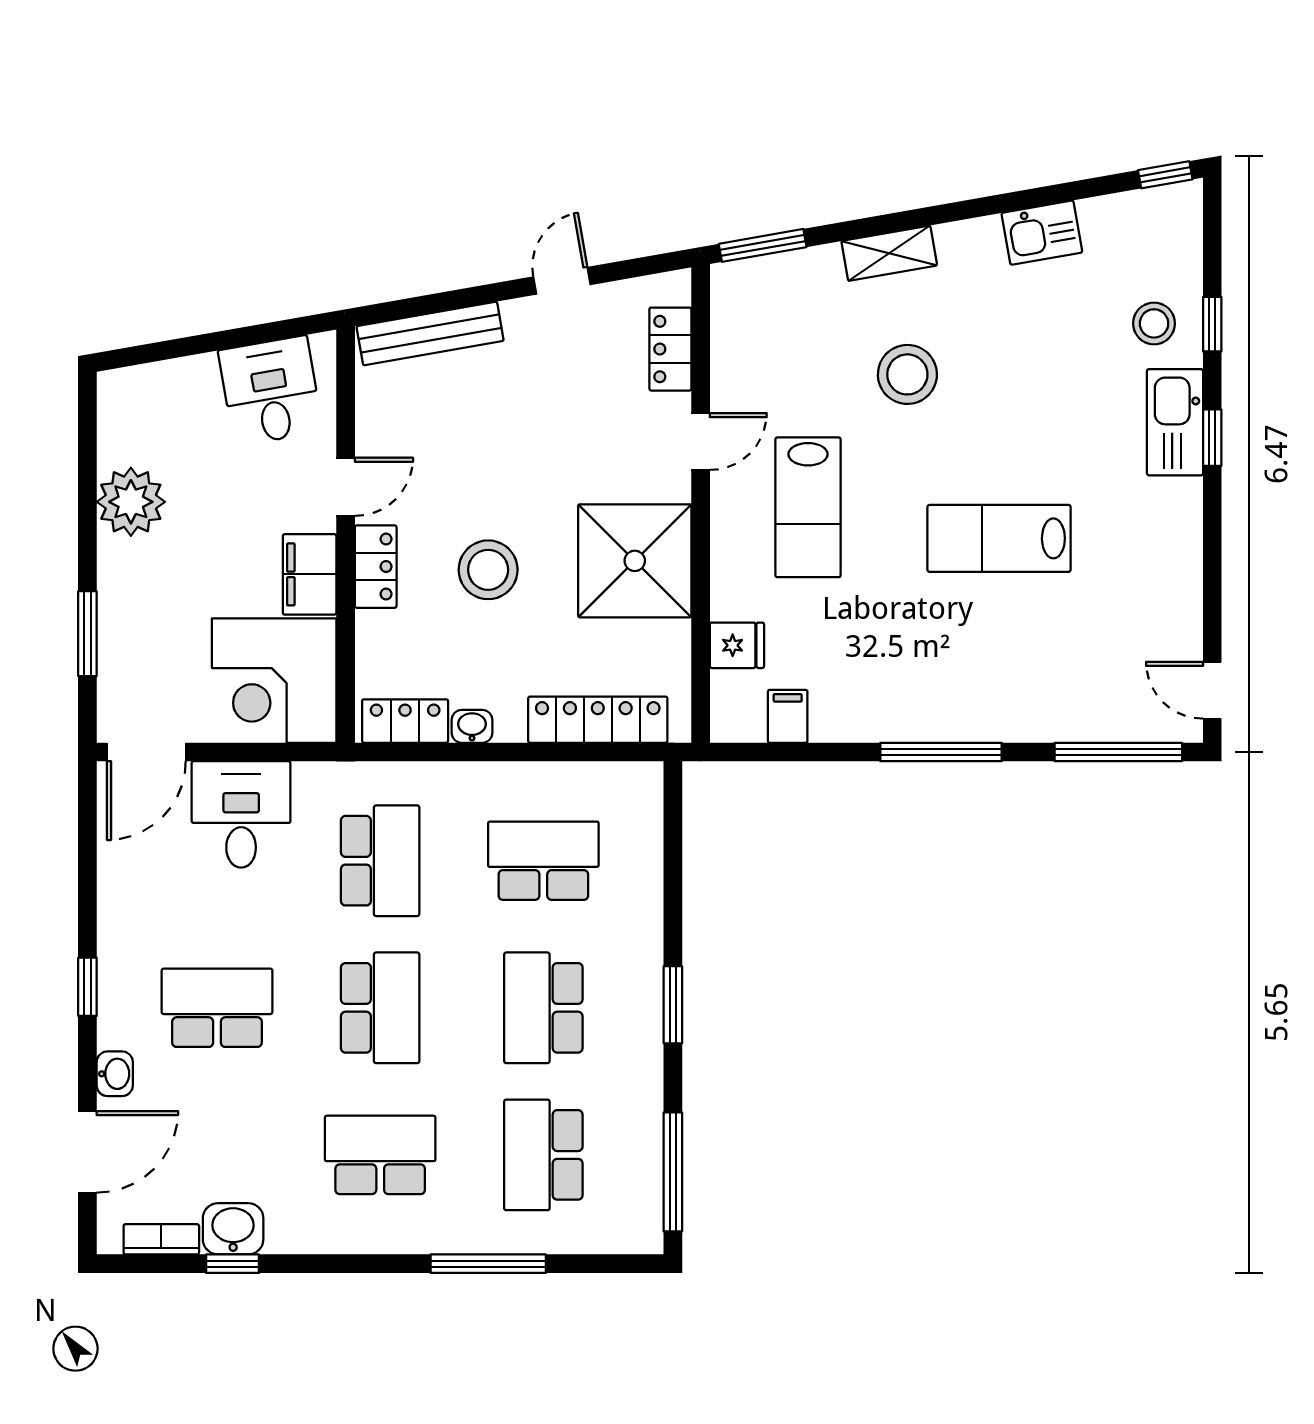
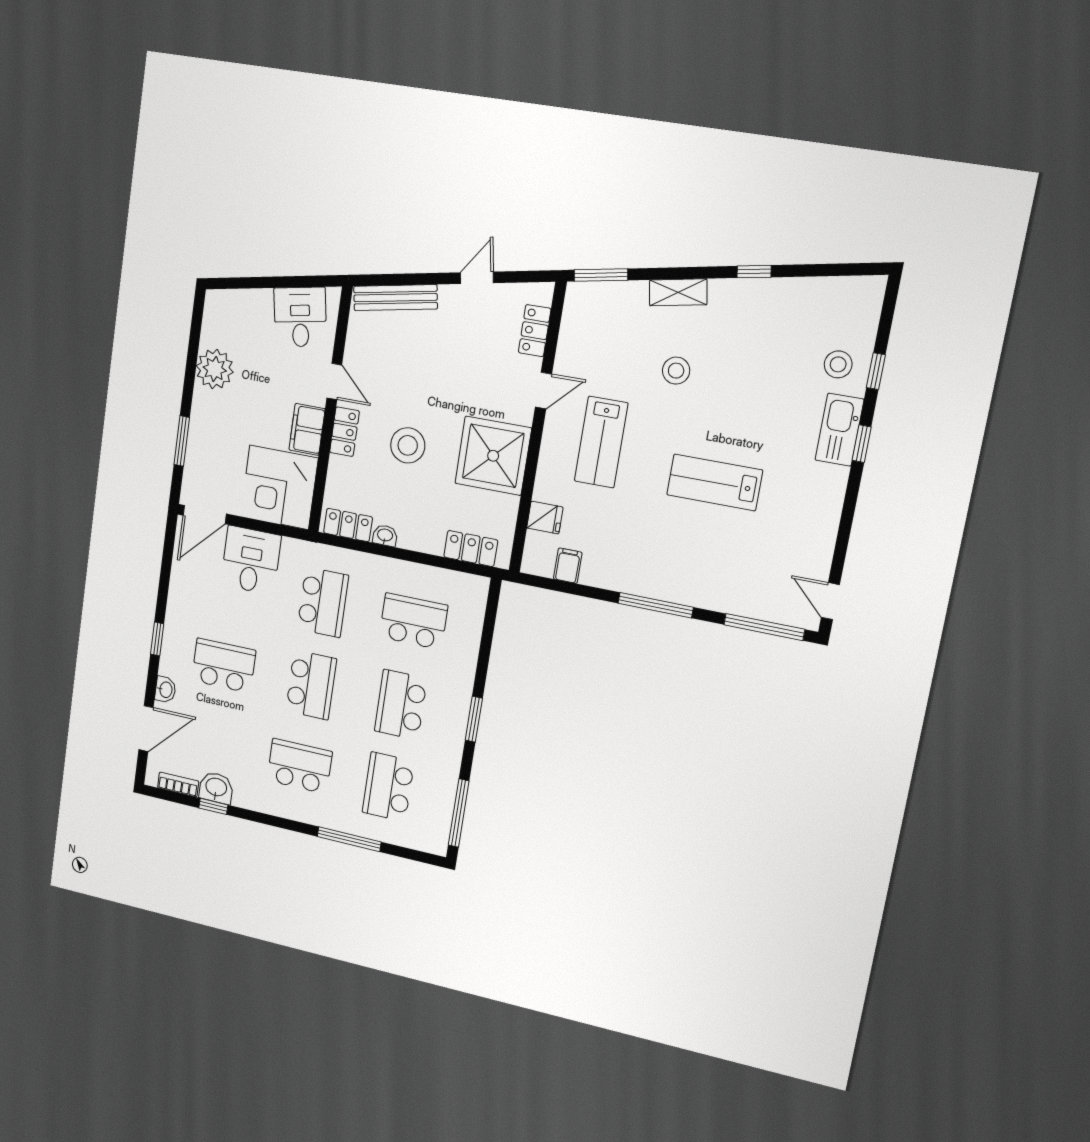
window: (1165, 175) -> (754, 272), moved
kitchen sink: (1042, 233) -> (777, 294), removed
stool: (907, 374) -> (676, 371), width x0.73, depth x0.73
door: (346, 487) -> (334, 381), hinge flipped
locker: (598, 720) -> (471, 549), width x0.66

